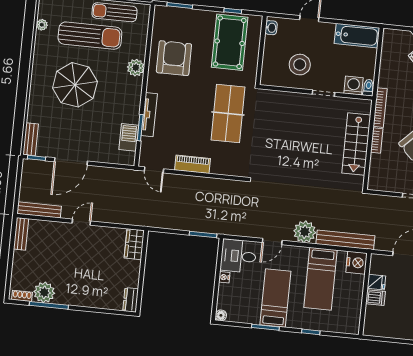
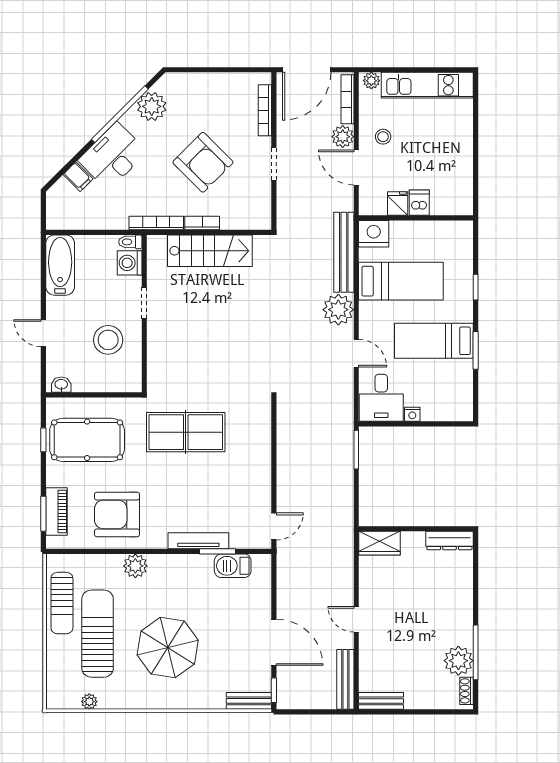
piano: (192, 164) -> (57, 511), moved, turned 180
dresser: (131, 300) -> (449, 540), width x1.44
floor lamp: (221, 315) -> (465, 414), removed

